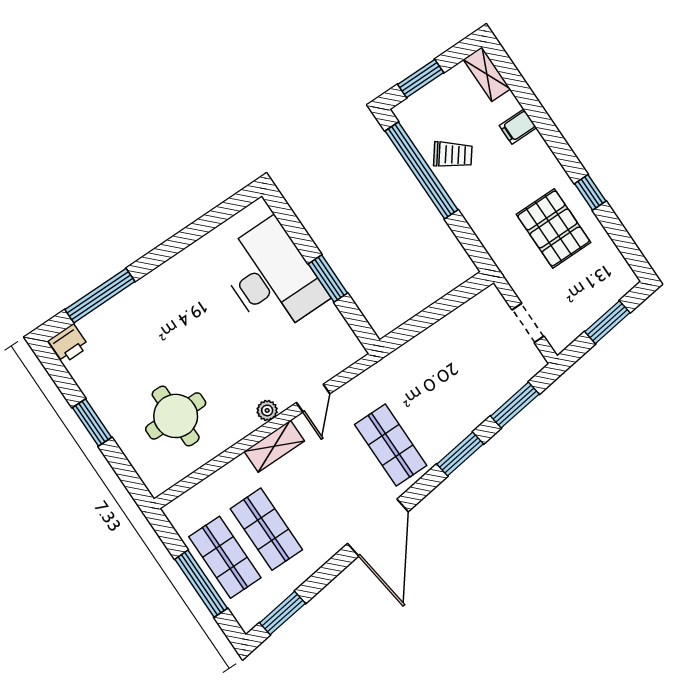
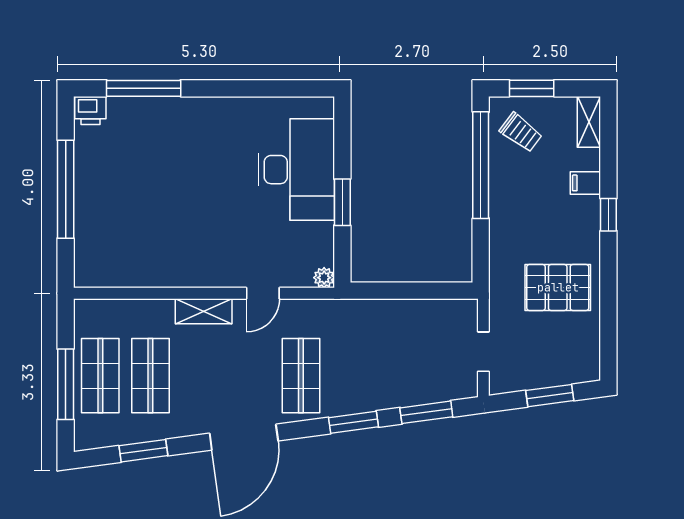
trolley: (453, 155) -> (521, 132), moved
window: (590, 192) -> (608, 215), moved
pallet: (554, 228) -> (558, 287), turned 90
plant: (267, 410) -> (324, 278), moved
round table: (176, 416) -> (139, 231), removed
window: (92, 423) -> (66, 189), width x2.11
window: (282, 613) -> (143, 451), moved

